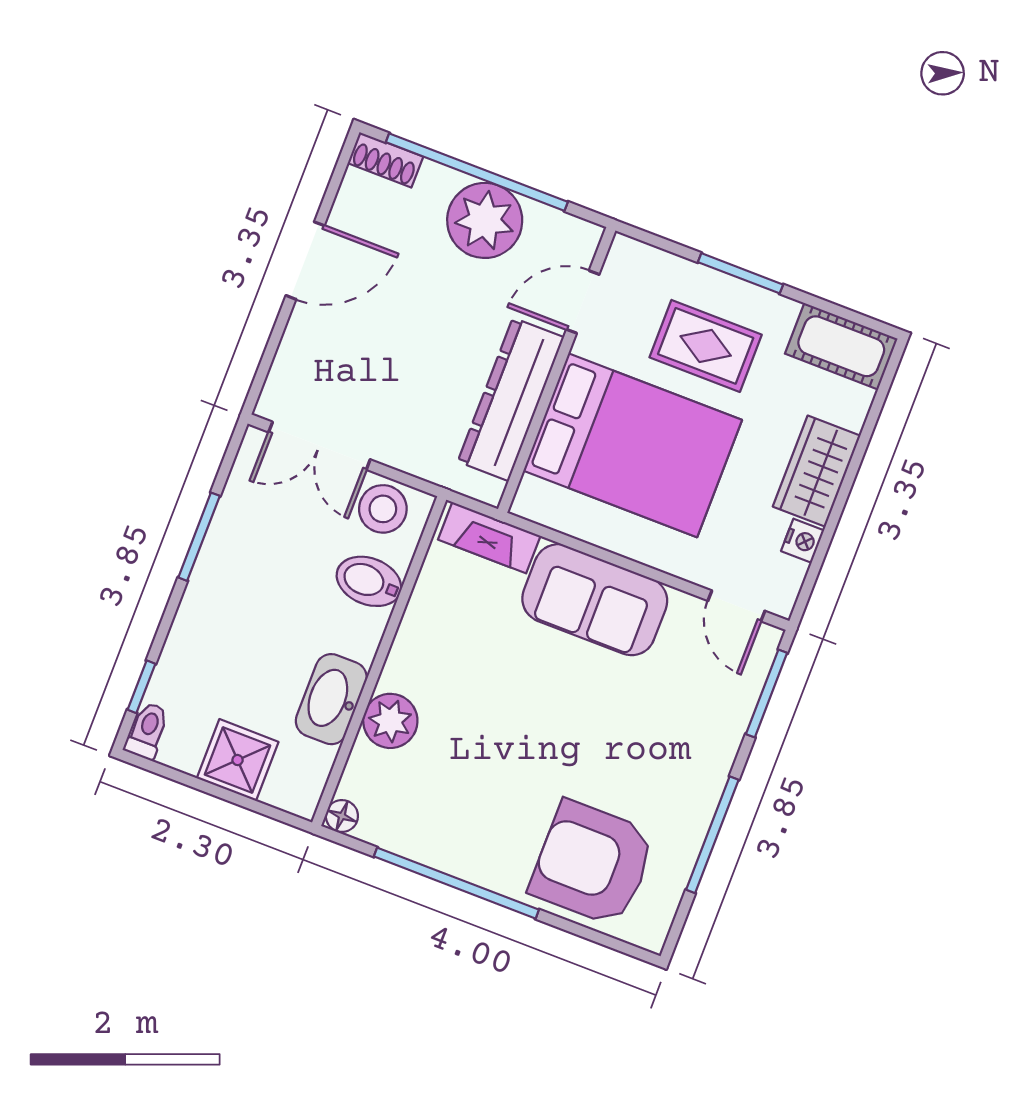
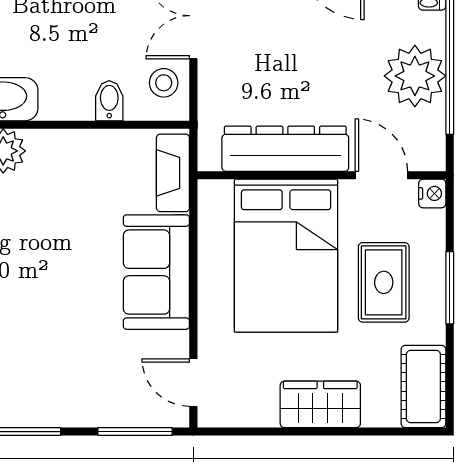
stool: (383, 509) -> (164, 83), width x0.73, depth x0.73
nightstand: (803, 541) -> (432, 193), moved, turned -90
bidet: (369, 581) -> (109, 101), width x0.72, depth x0.74
door: (736, 606) -> (193, 383), hinge flipped

